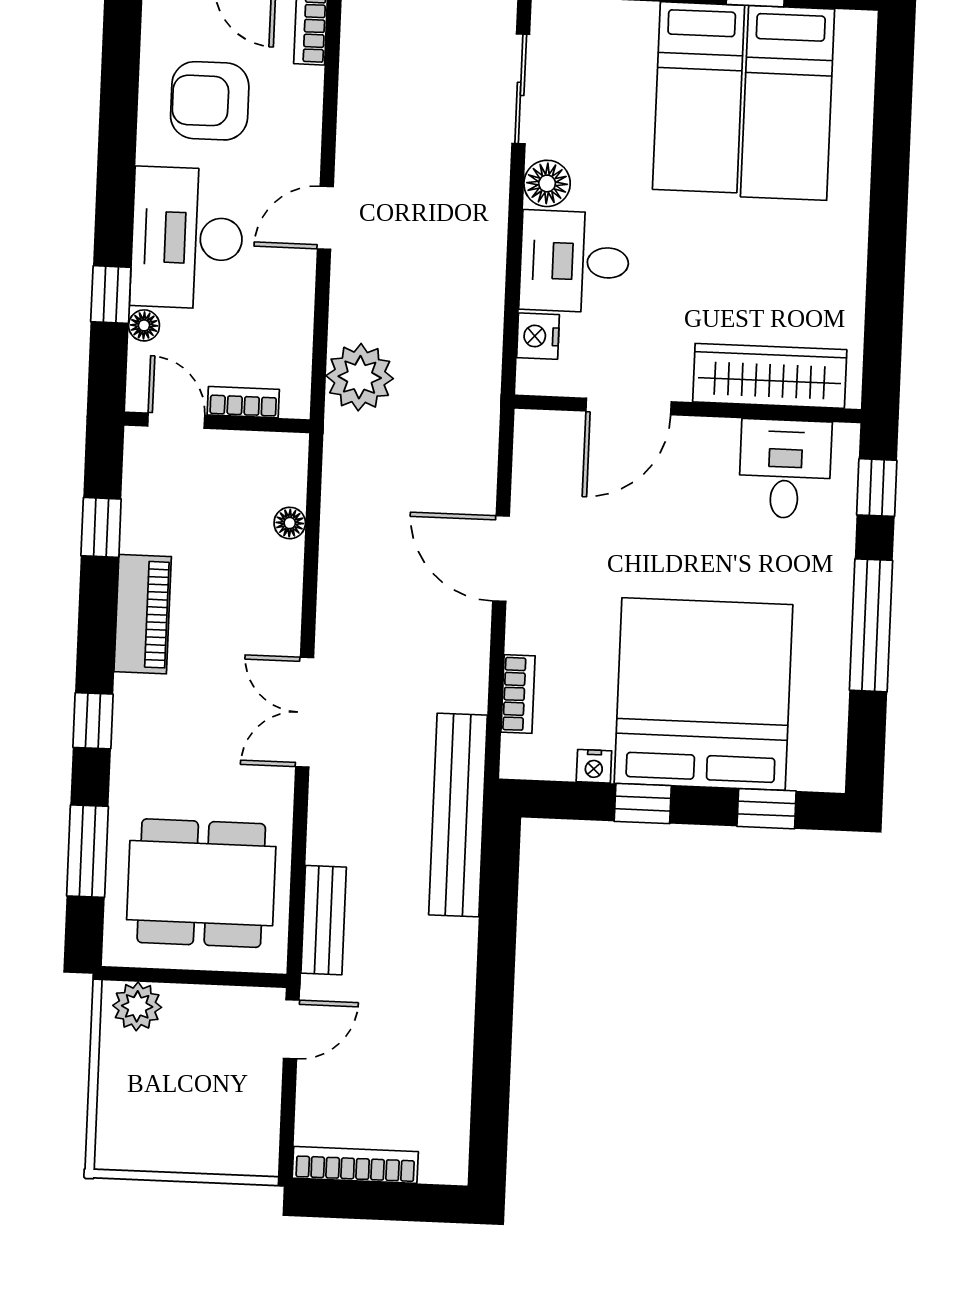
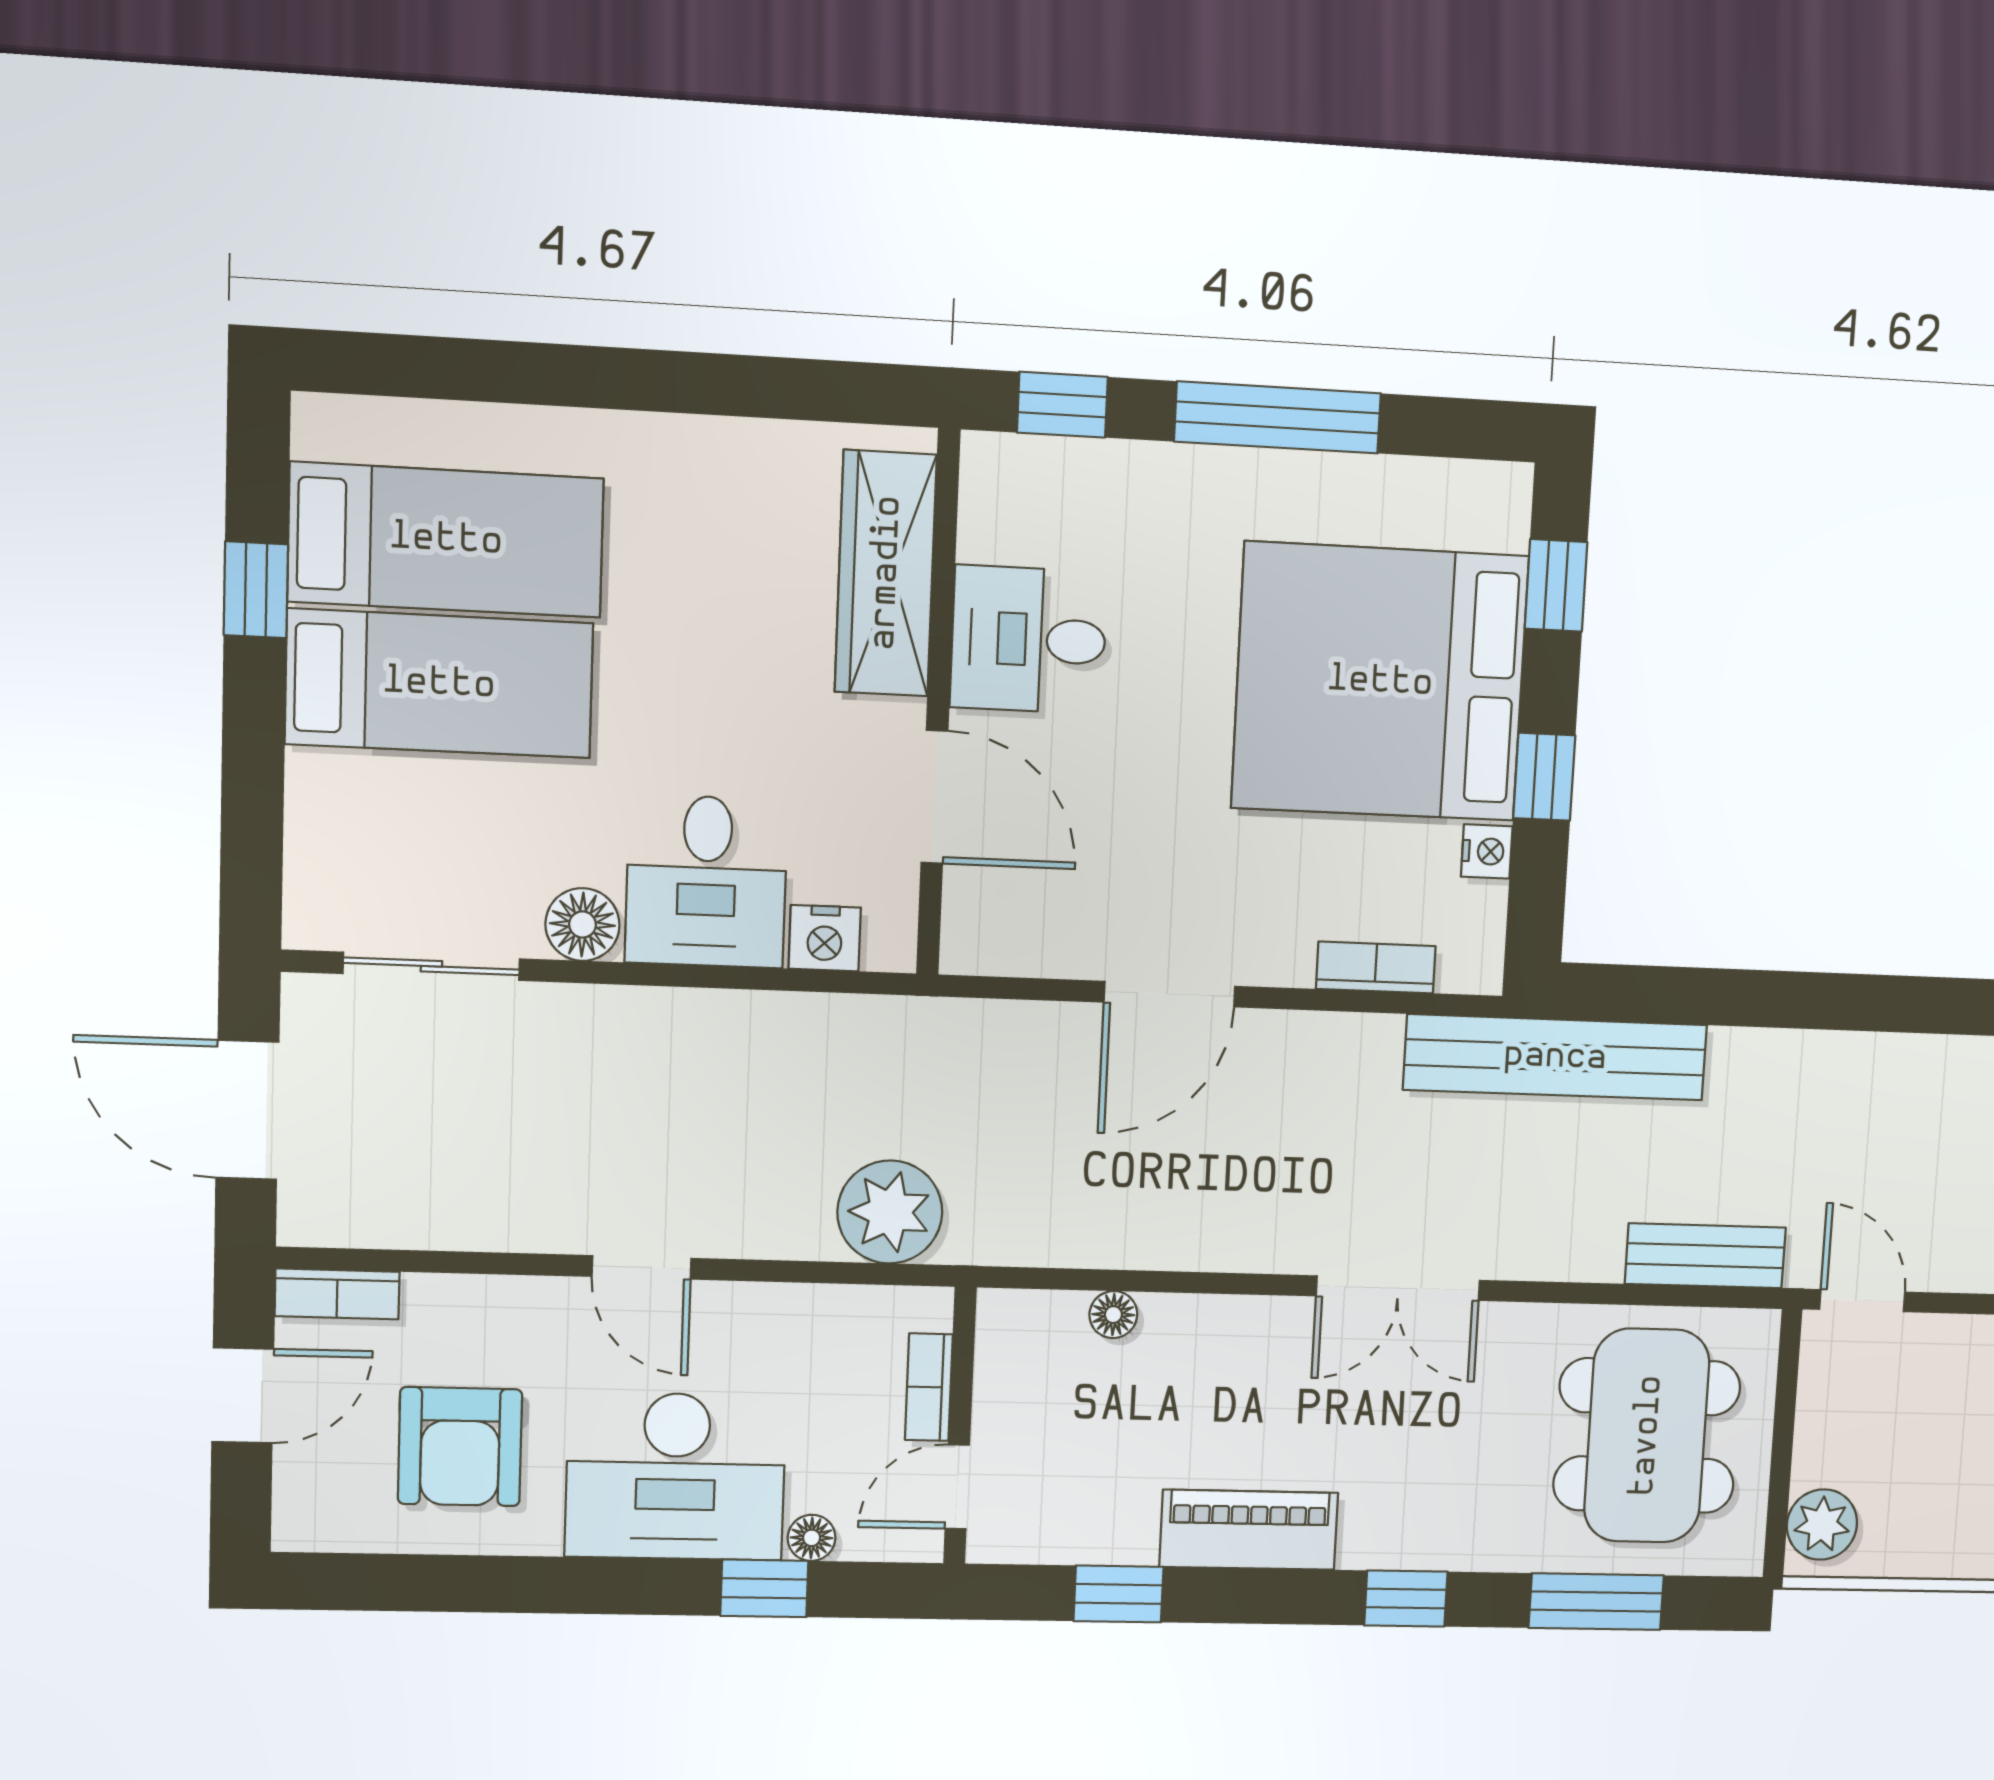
desk: (785, 469) -> (1029, 640), moved

